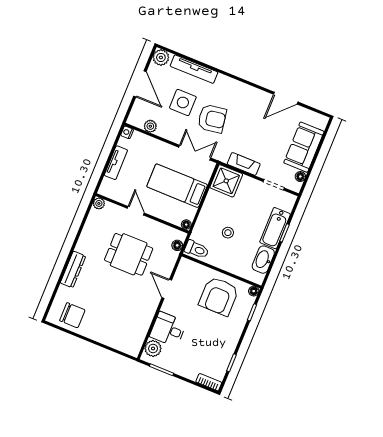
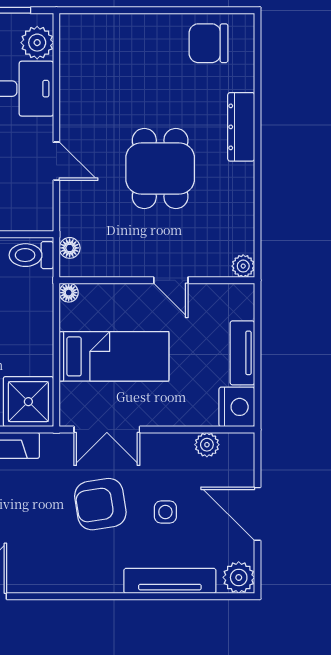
side table: (183, 102) -> (165, 512), width x0.54, depth x0.54
nightstand: (127, 132) -> (237, 407), width x1.89, depth x1.79
dining table: (129, 254) -> (160, 168), moved, turned 90

